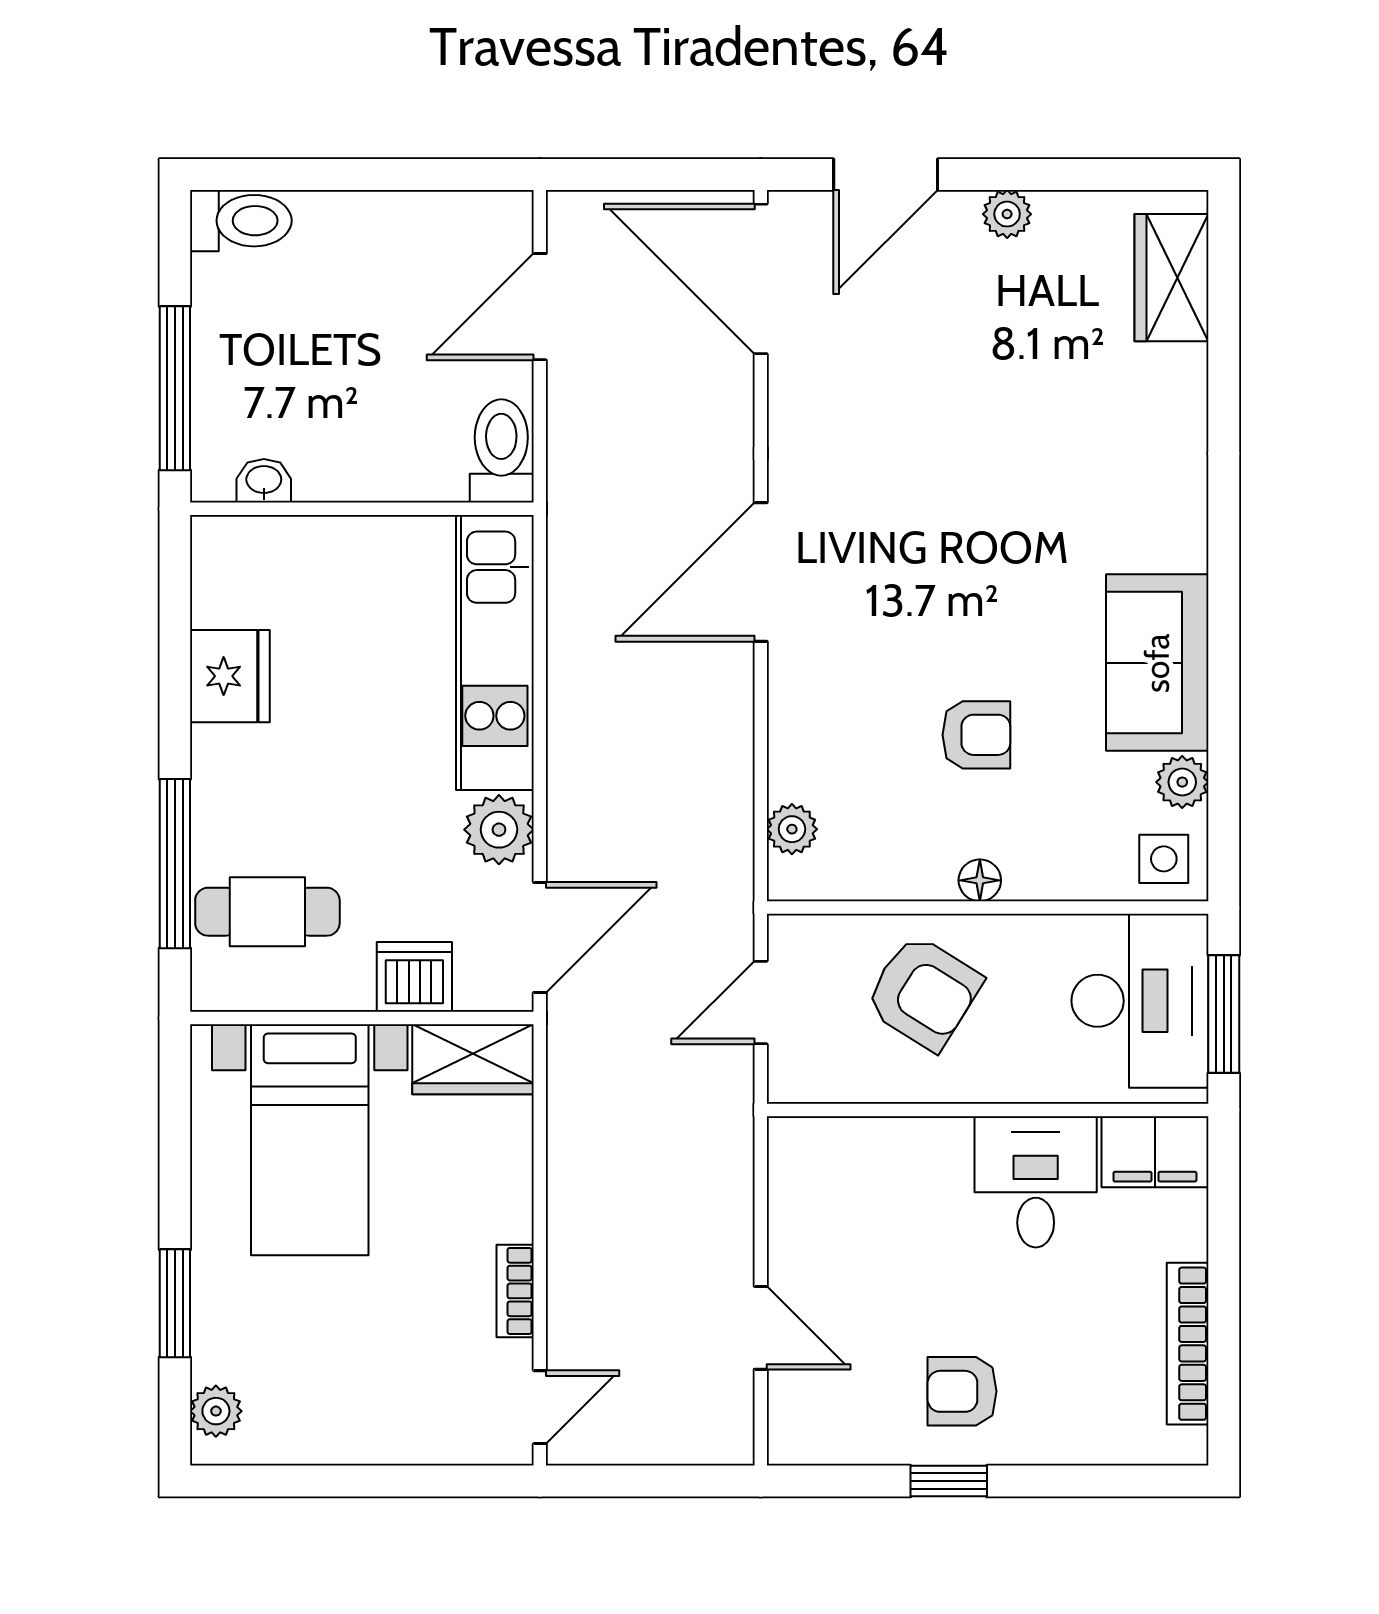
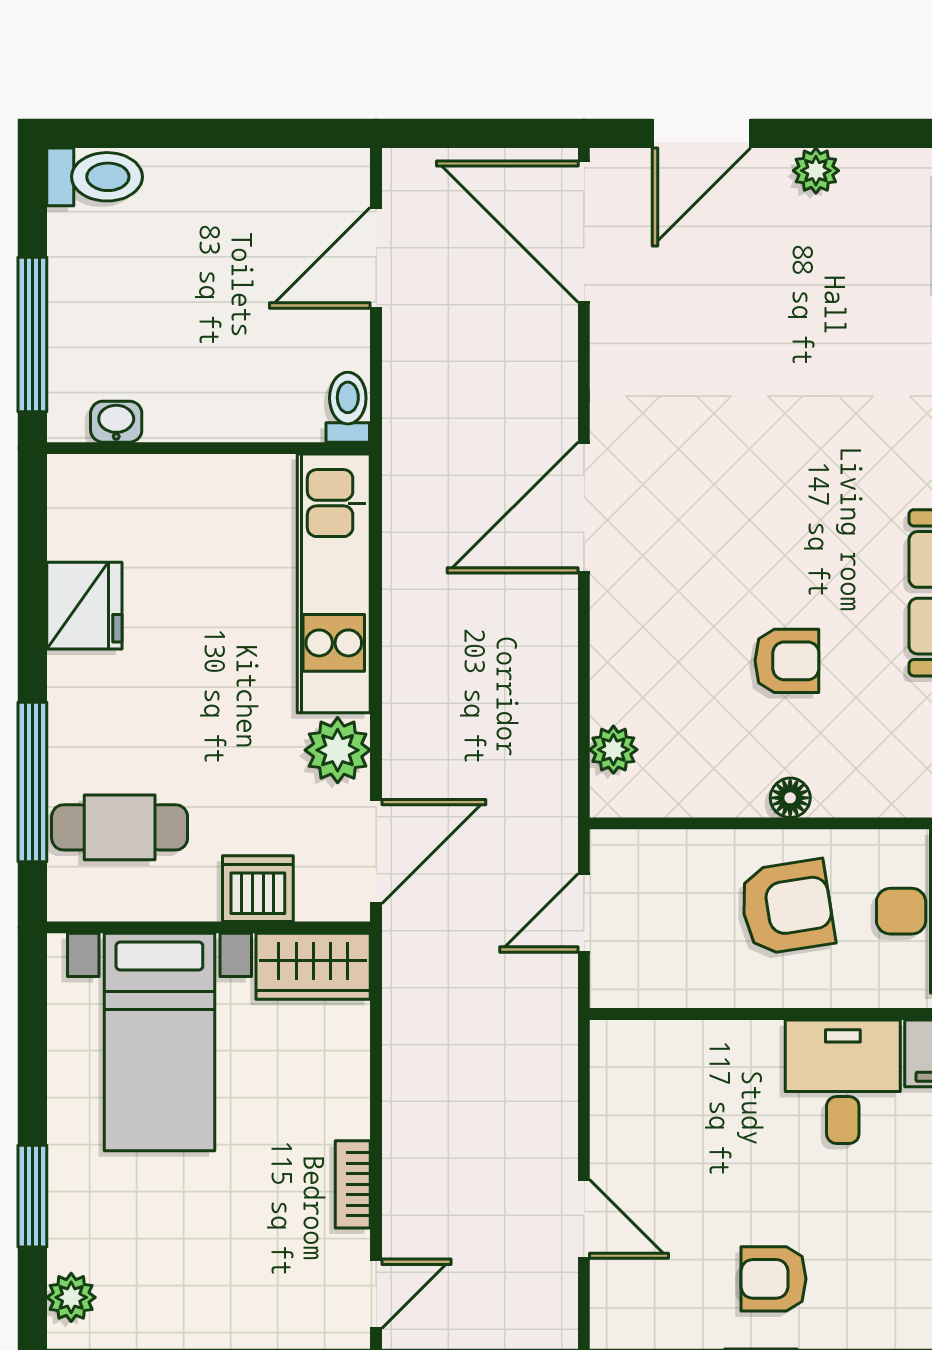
toilet: (501, 451) -> (348, 407), width x0.73, depth x0.72
armchair: (924, 993) -> (787, 907), moved, turned -41

